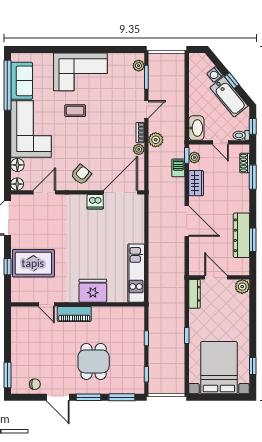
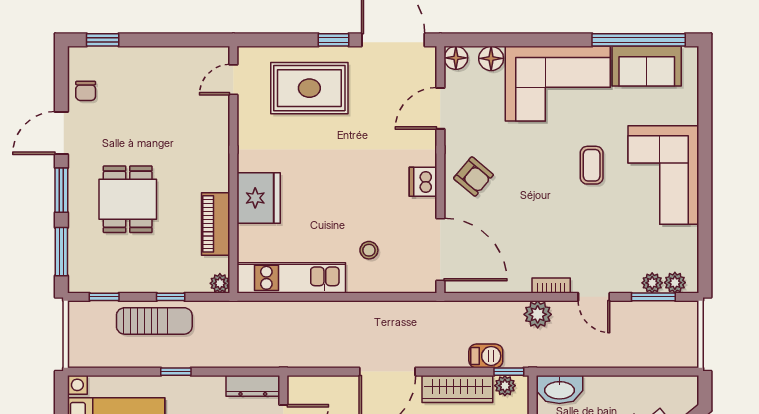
plant: (139, 149) -> (652, 283), moved
wardrobe: (196, 183) -> (457, 389), width x1.50
door: (44, 192) -> (440, 108), swing flipped
dishwasher: (95, 202) -> (423, 182), moved
stool: (121, 231) -> (369, 250), added
rug: (33, 263) -> (309, 88), turned 90
window: (7, 267) -> (334, 40), moved
door: (46, 304) -> (233, 80), moved
plant: (139, 312) -> (220, 283), added
piano: (74, 314) -> (216, 224), moved
sun lounger: (159, 347) -> (154, 321), added
dining table: (94, 361) -> (128, 199), turned 90
window: (7, 375) -> (103, 40), width x0.67

